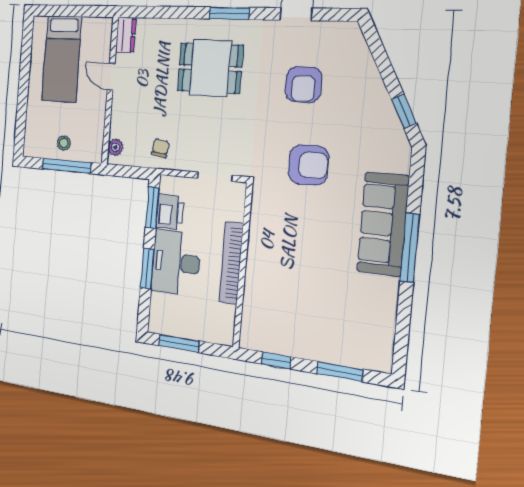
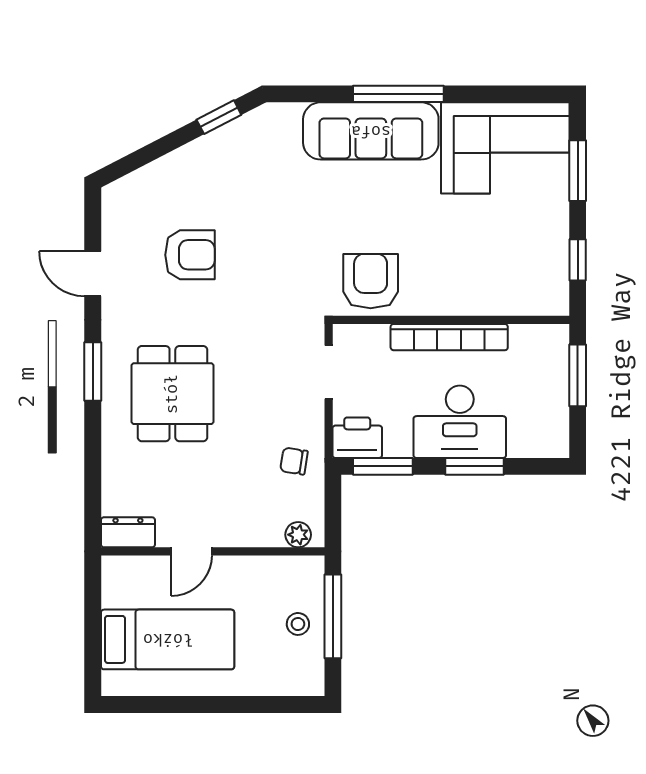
armchair: (309, 165) -> (371, 281), moved
printer: (170, 212) -> (357, 438), moved
corner sofa: (361, 322) -> (505, 148), added
window: (179, 343) -> (578, 375), moved

